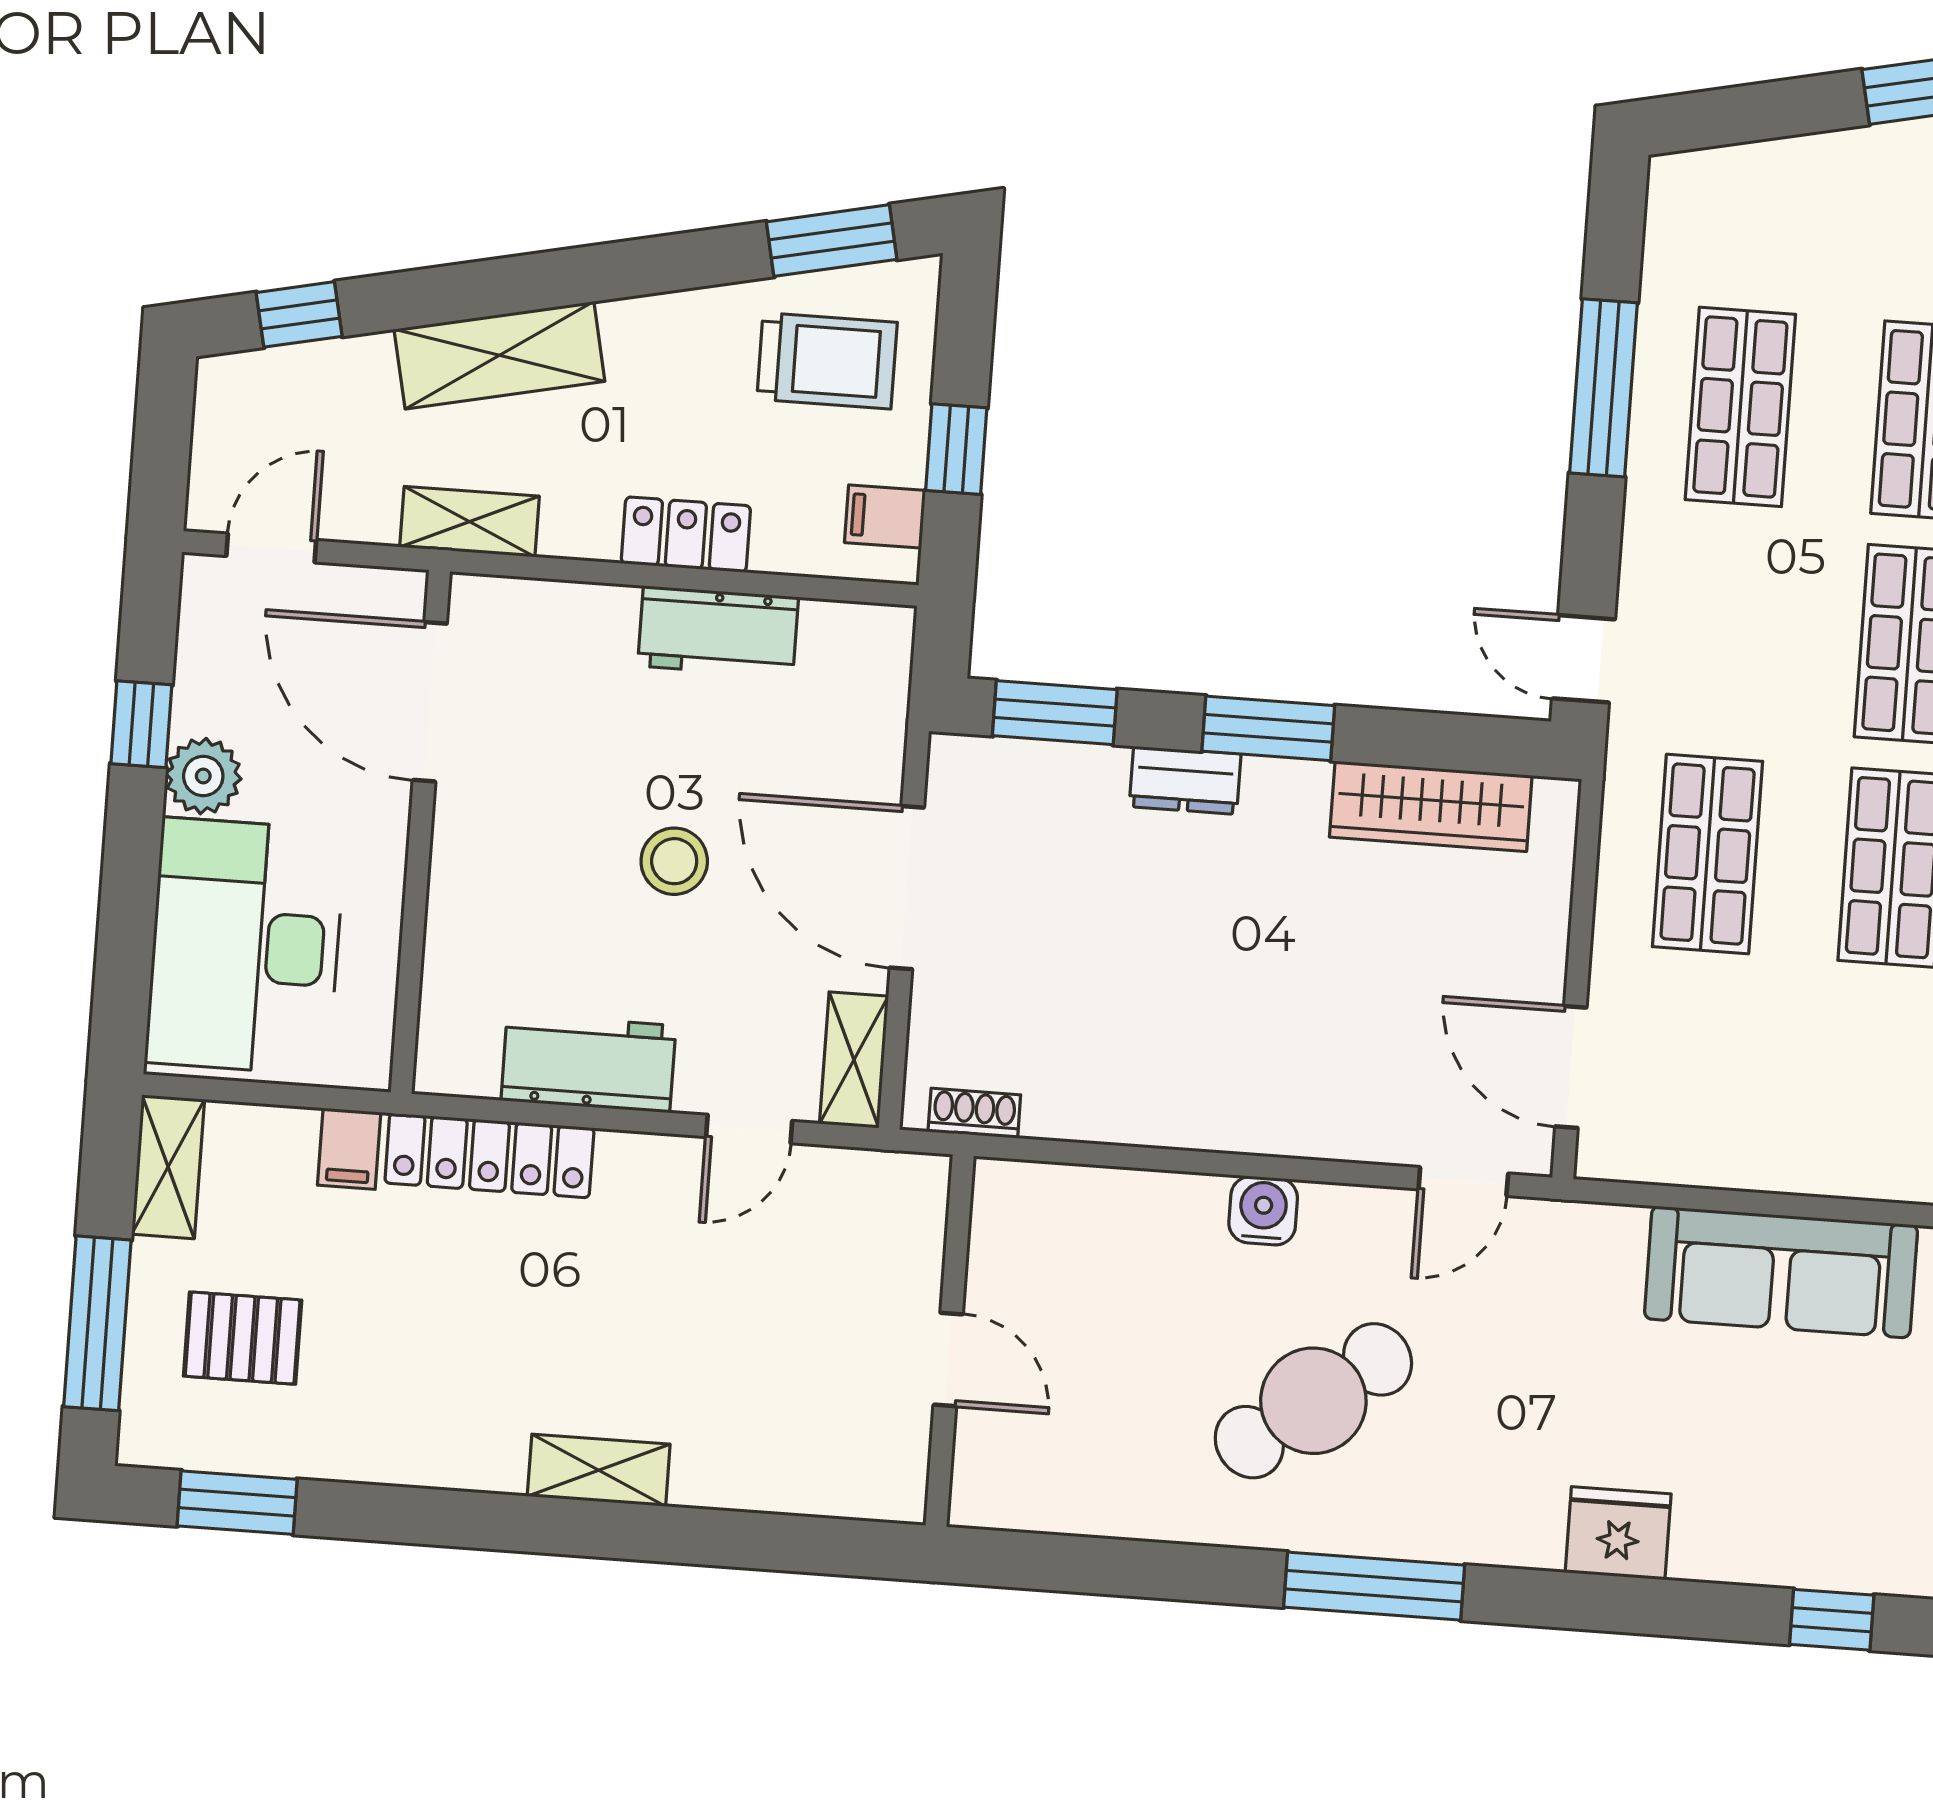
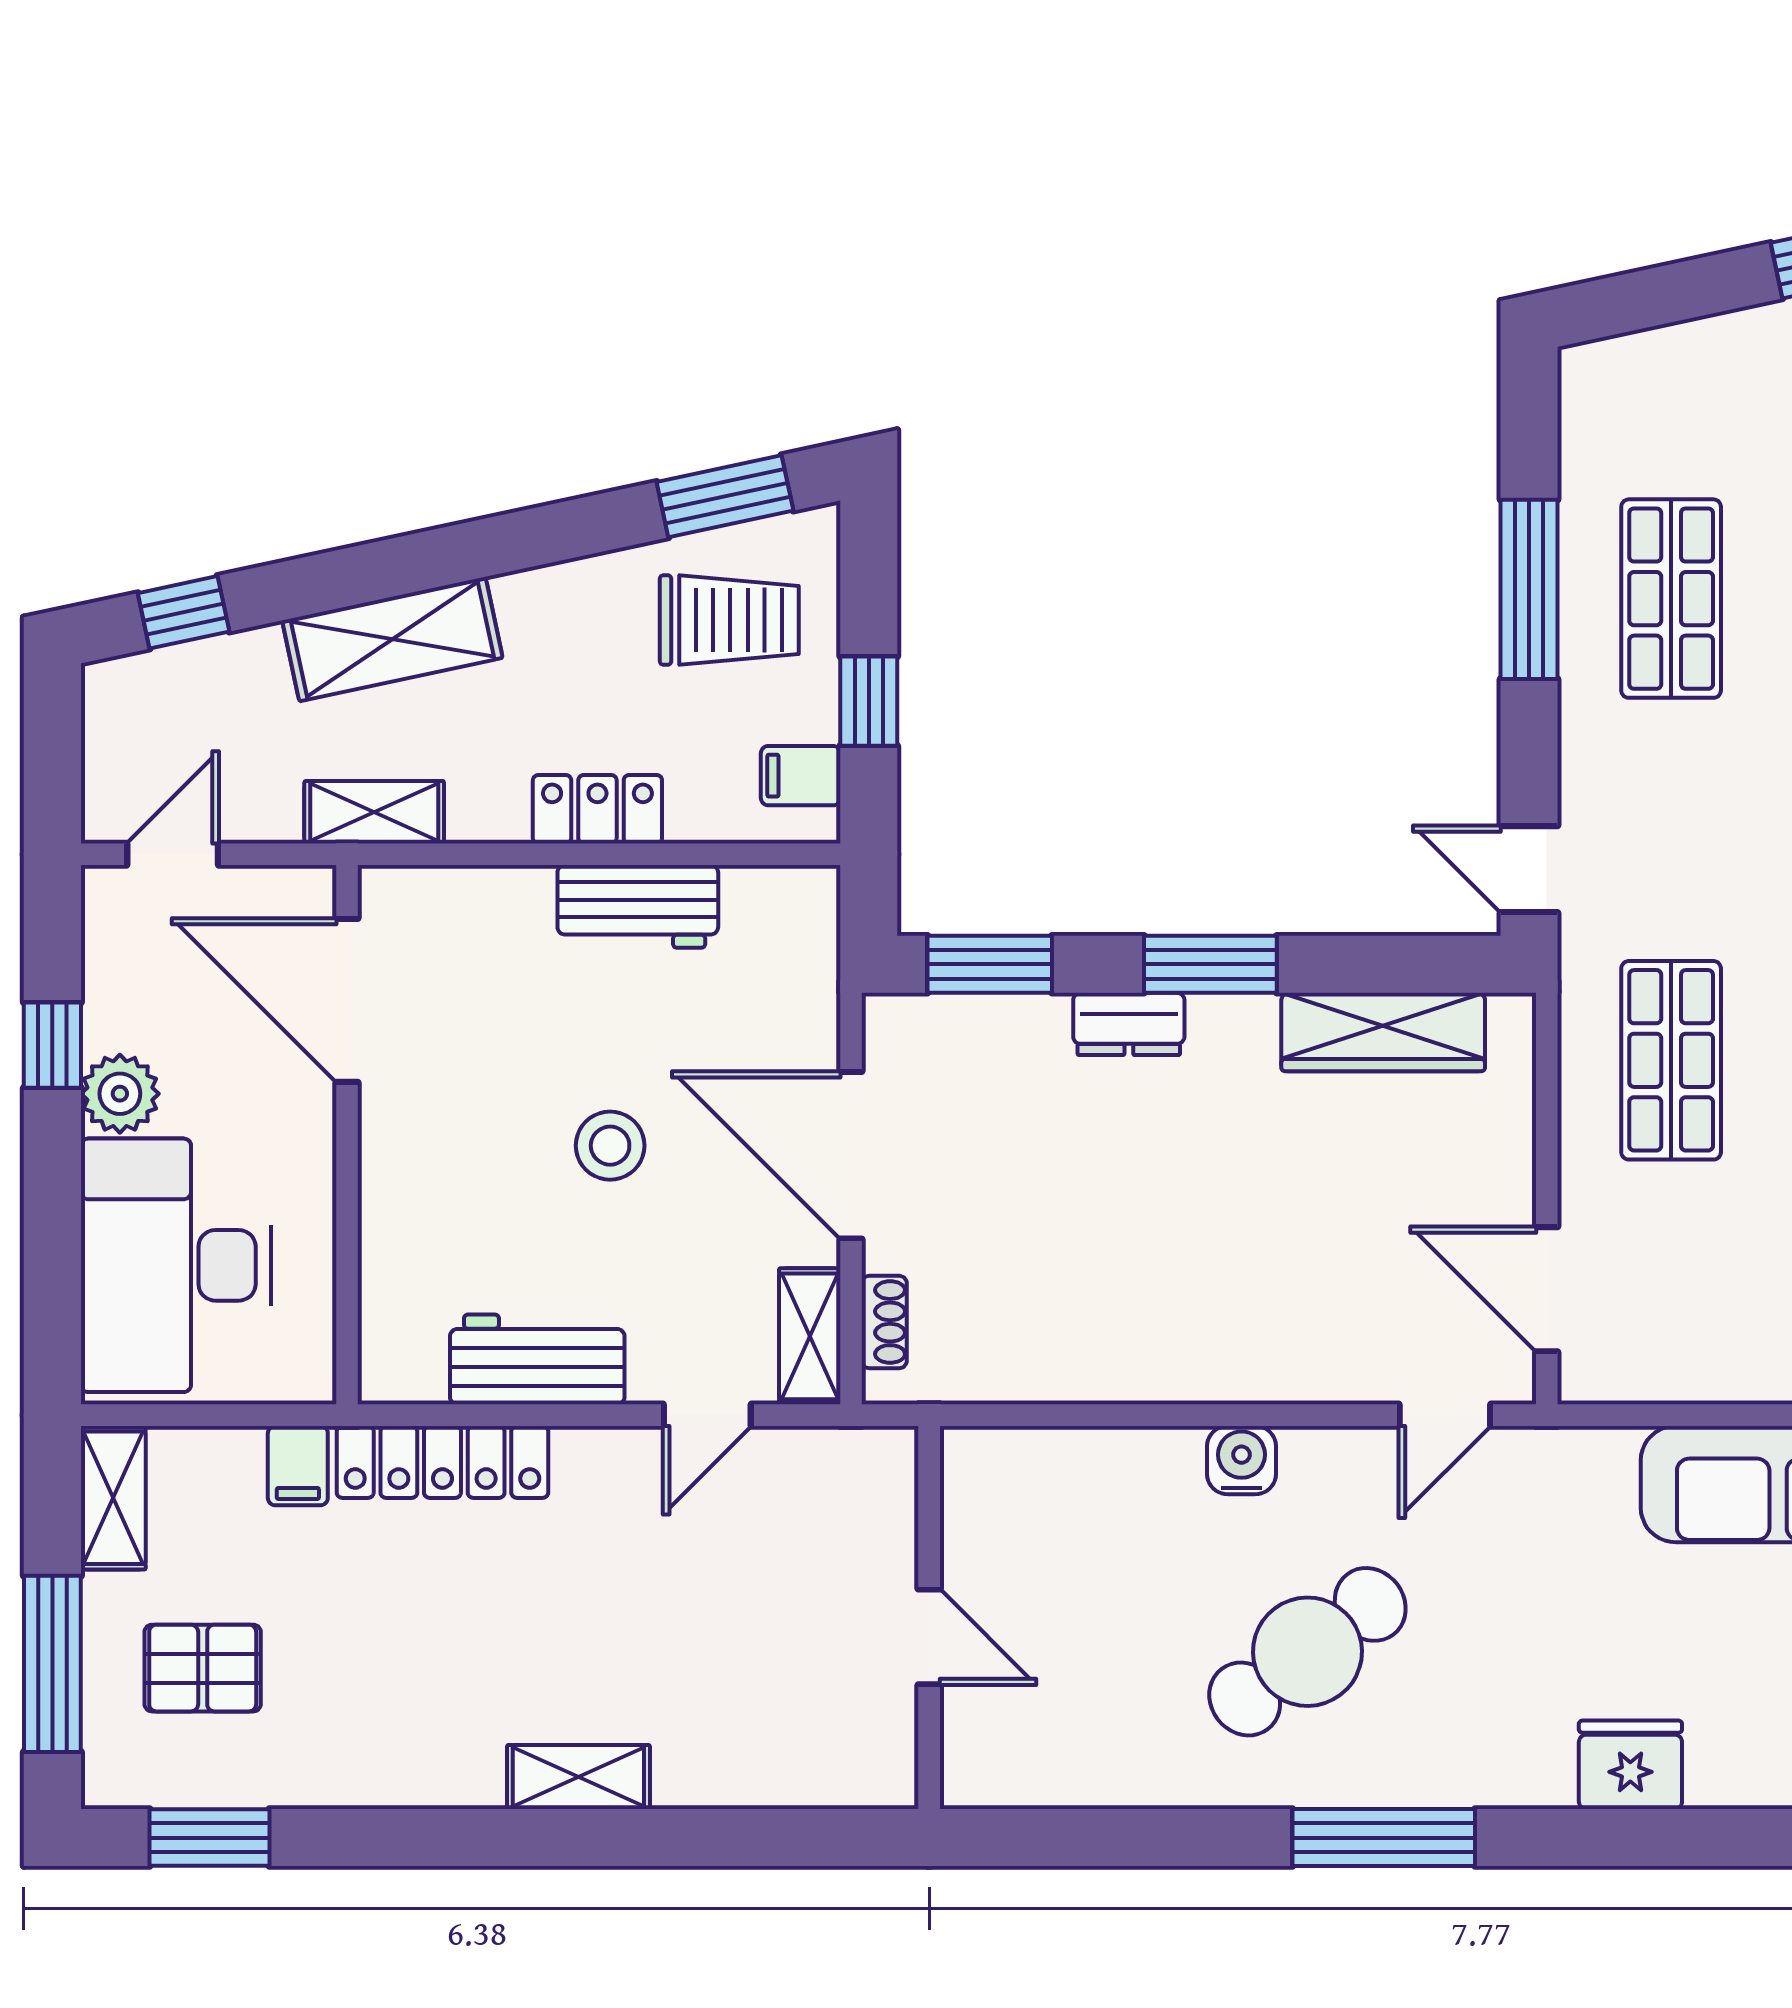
shoe rack: (974, 1113) -> (884, 1322), moved, turned 90

